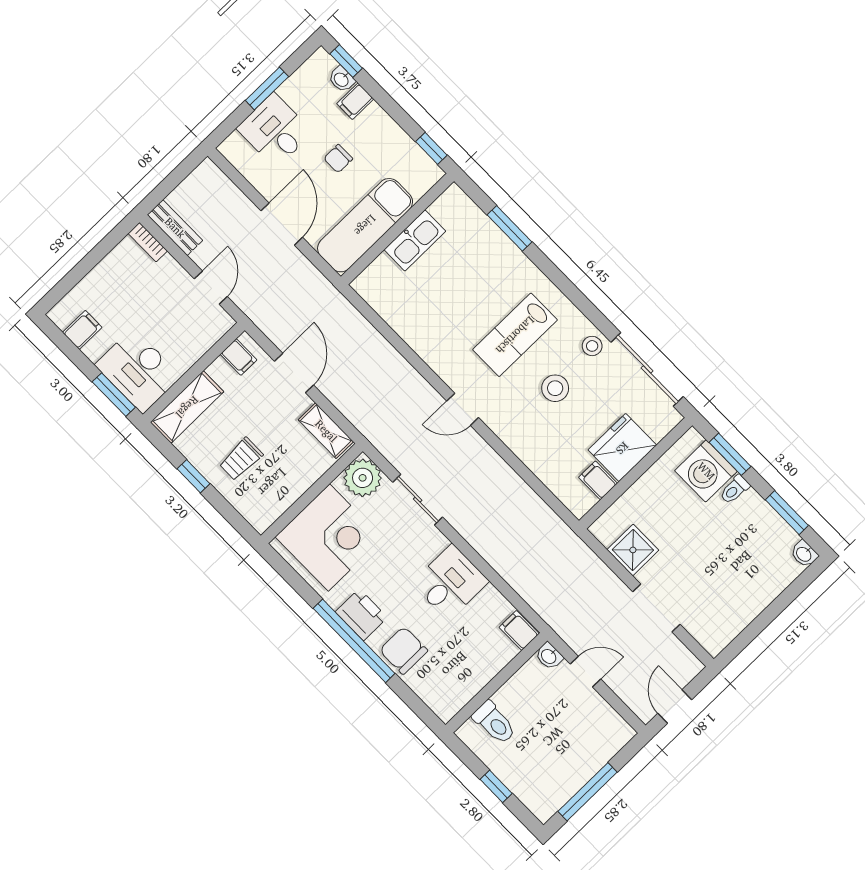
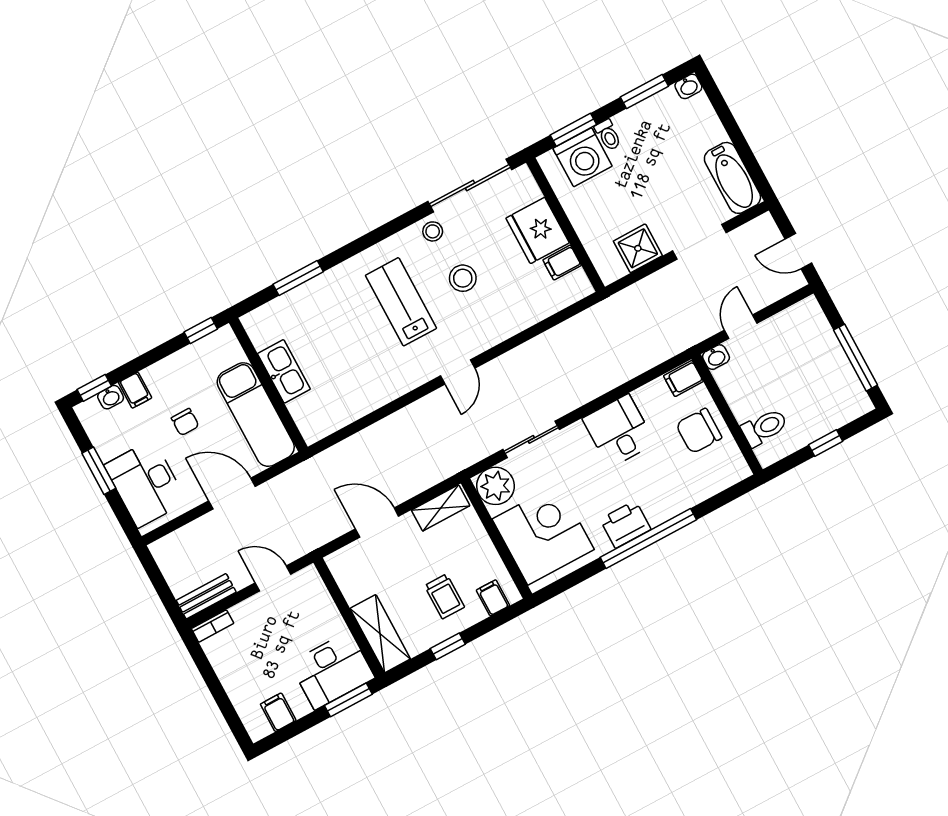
desk: (275, 130) -> (146, 483), width x1.37
lab bench: (515, 335) -> (401, 302), turned 180
filing cabinet: (238, 357) -> (493, 598), moved, turned -90
bathtub: (728, 622) -> (732, 178), added
chair: (404, 650) -> (699, 431), moved

